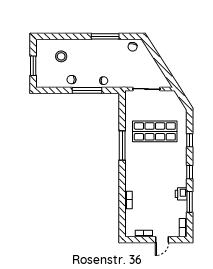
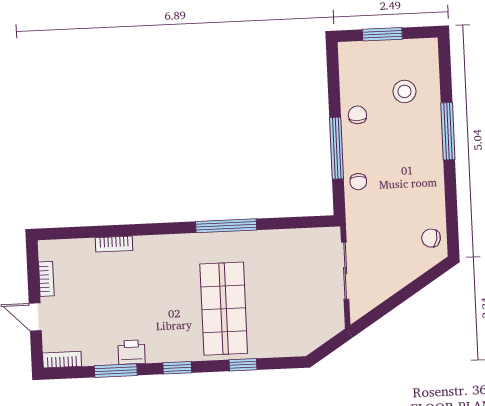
window: (105, 36) -> (448, 131), moved
shop shelf: (155, 131) -> (224, 309), moved

